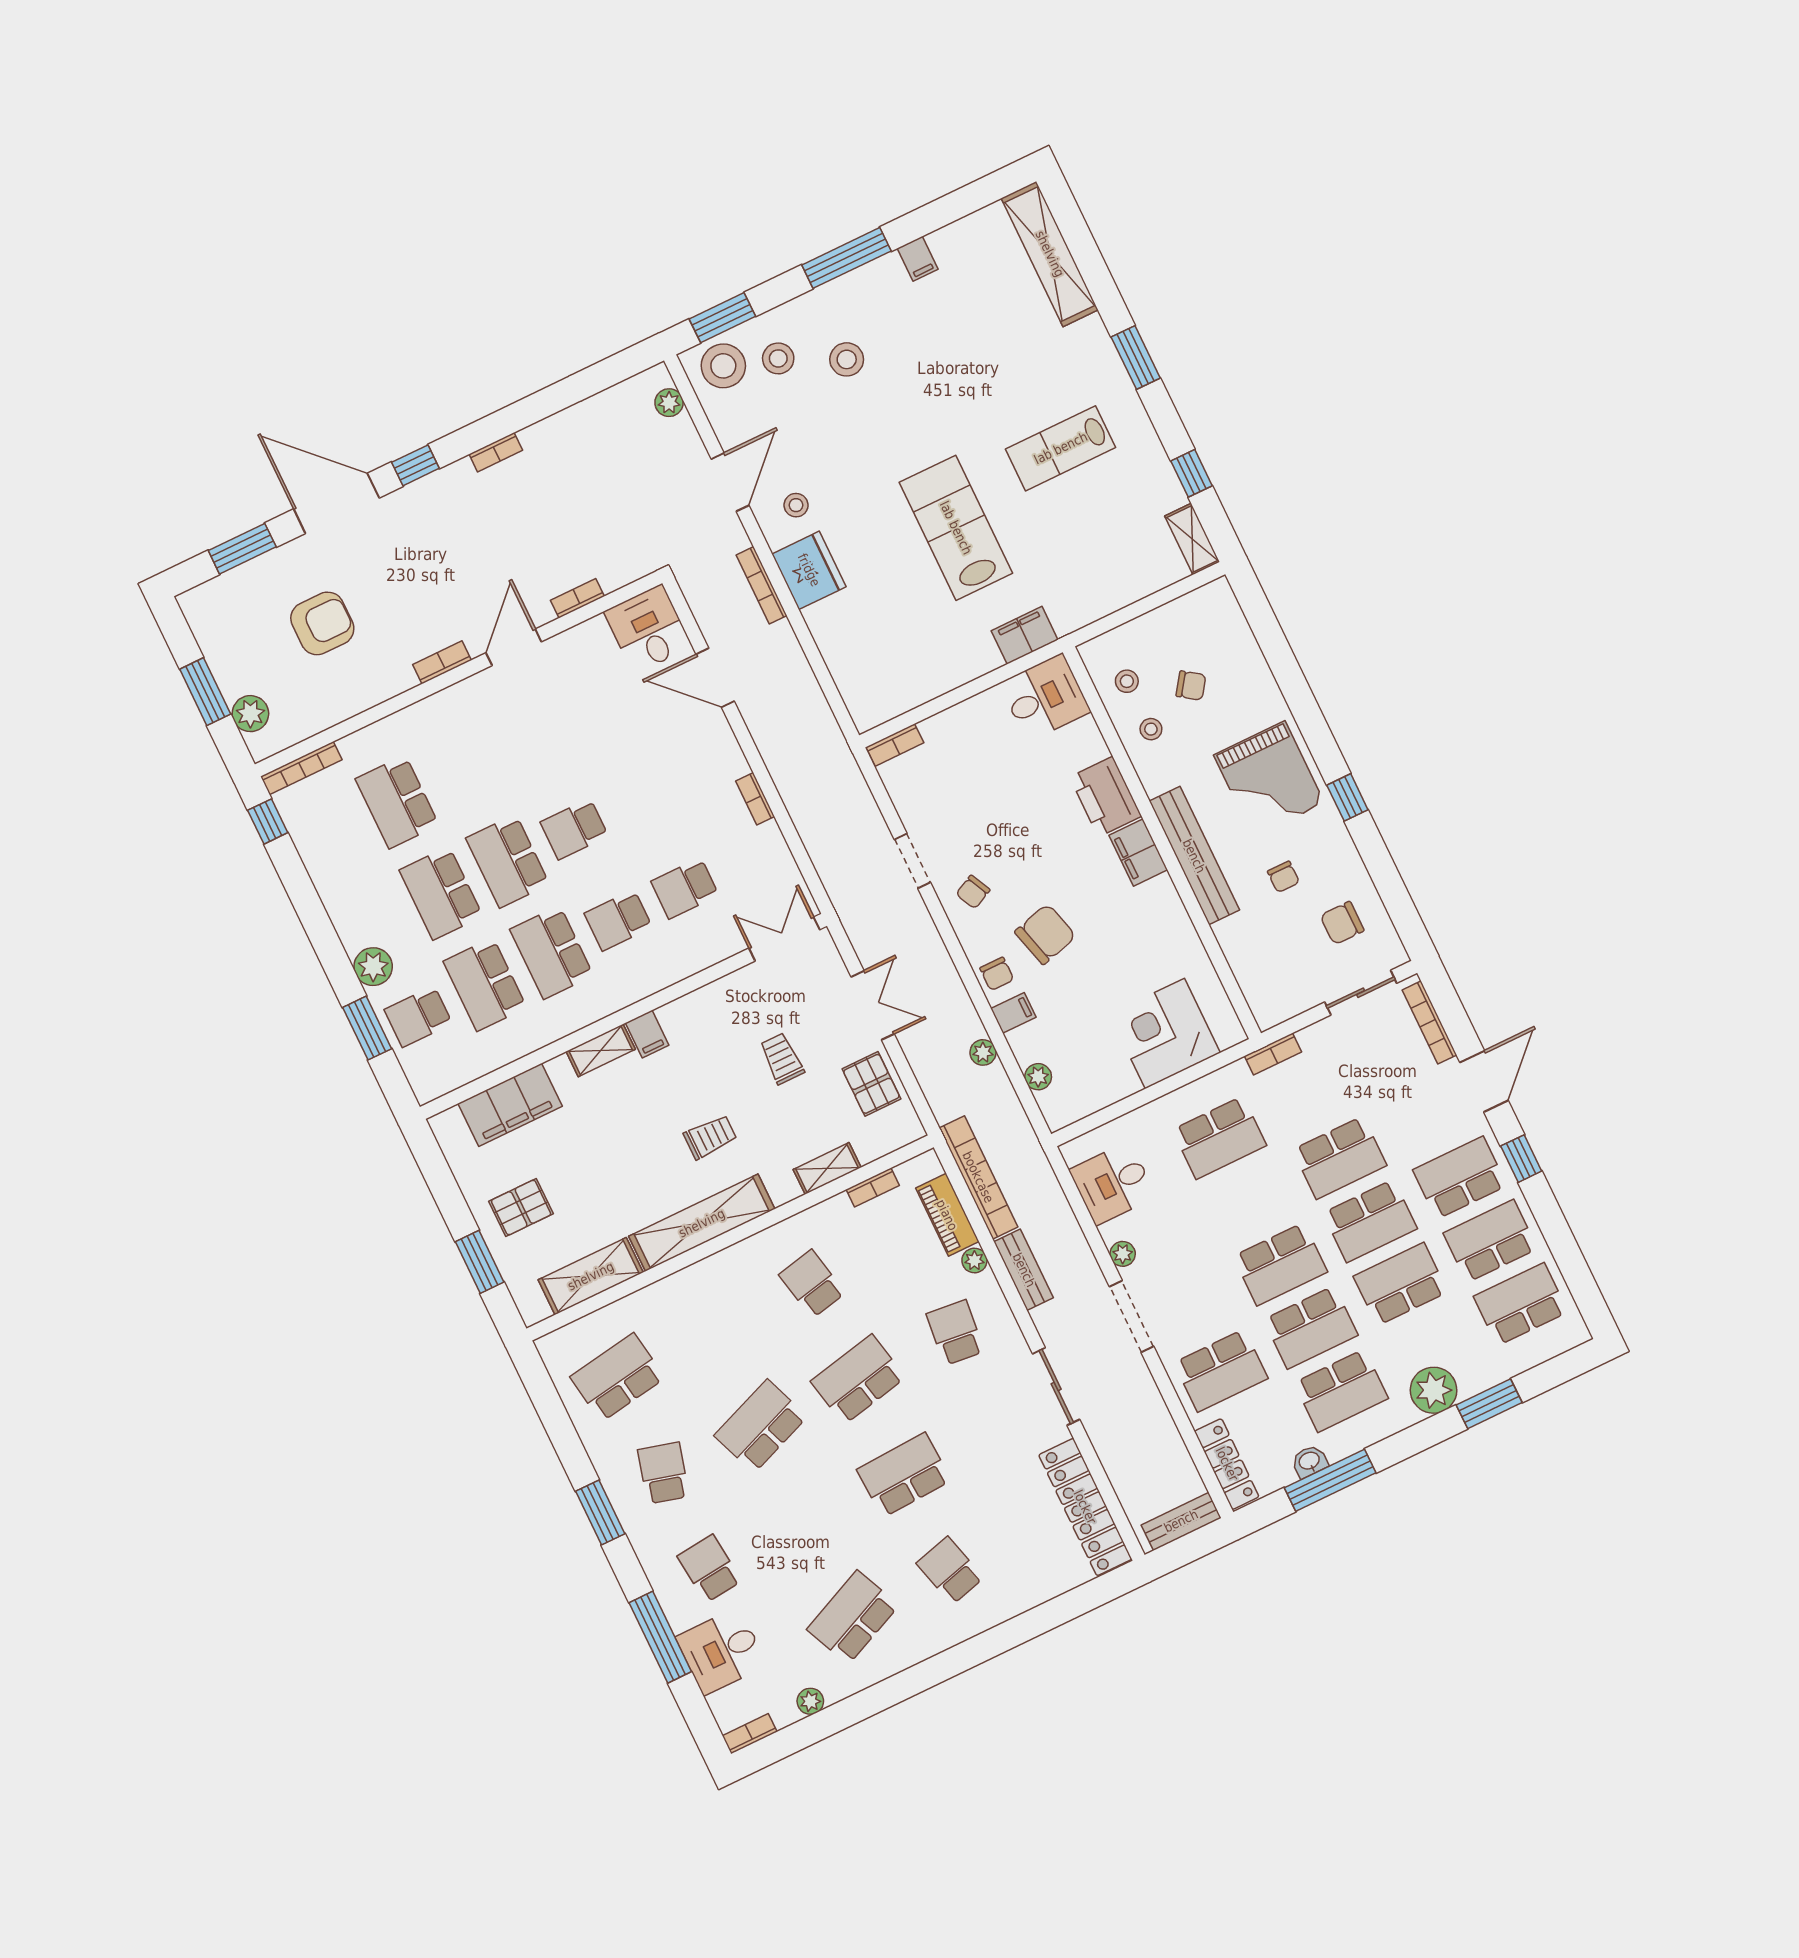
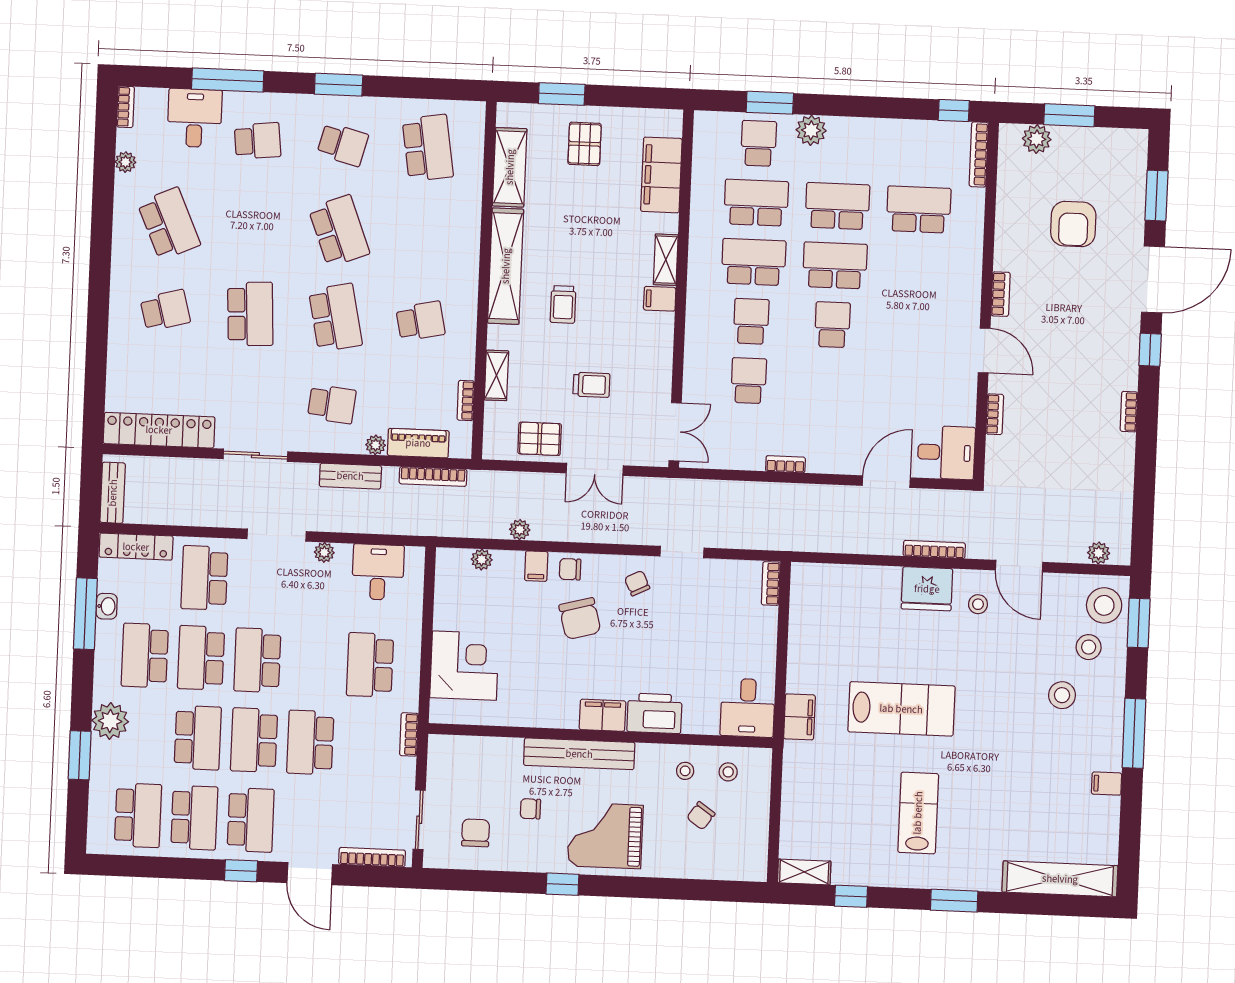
bookcase: (978, 1177) -> (433, 476), width x0.68, depth x0.76

